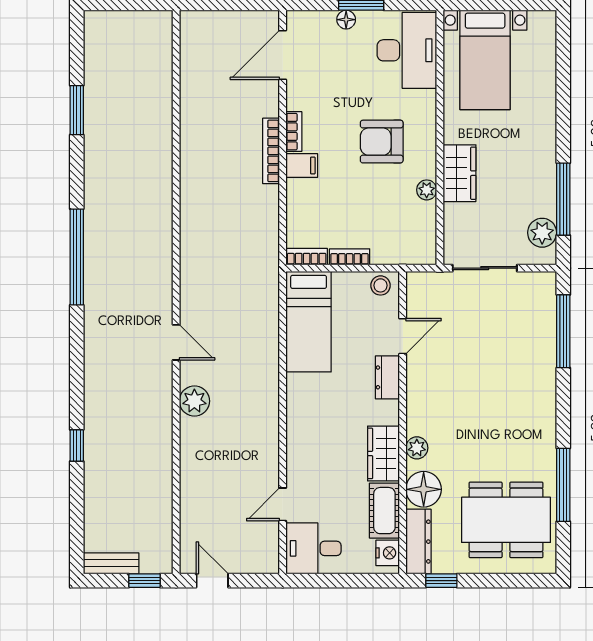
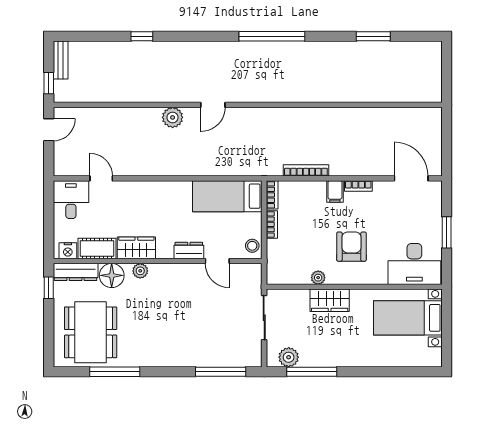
floor lamp: (346, 20) -> (436, 222), removed
bookcase: (271, 151) -> (306, 170), moved

